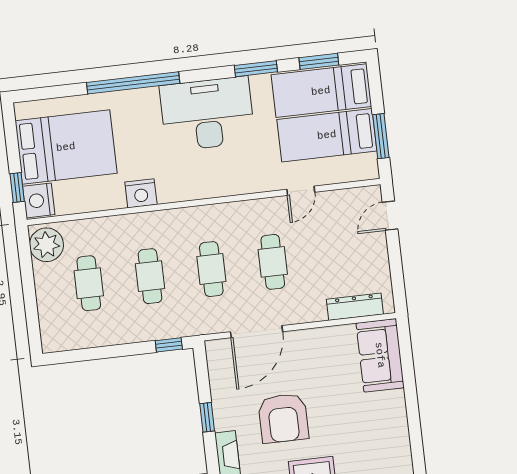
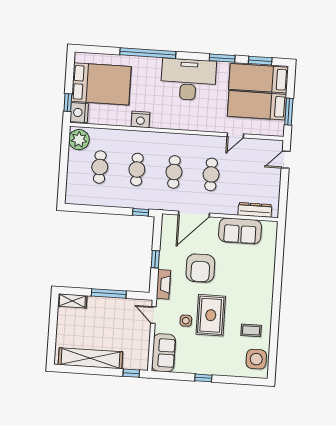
sofa: (380, 355) -> (240, 231), moved, turned -90

